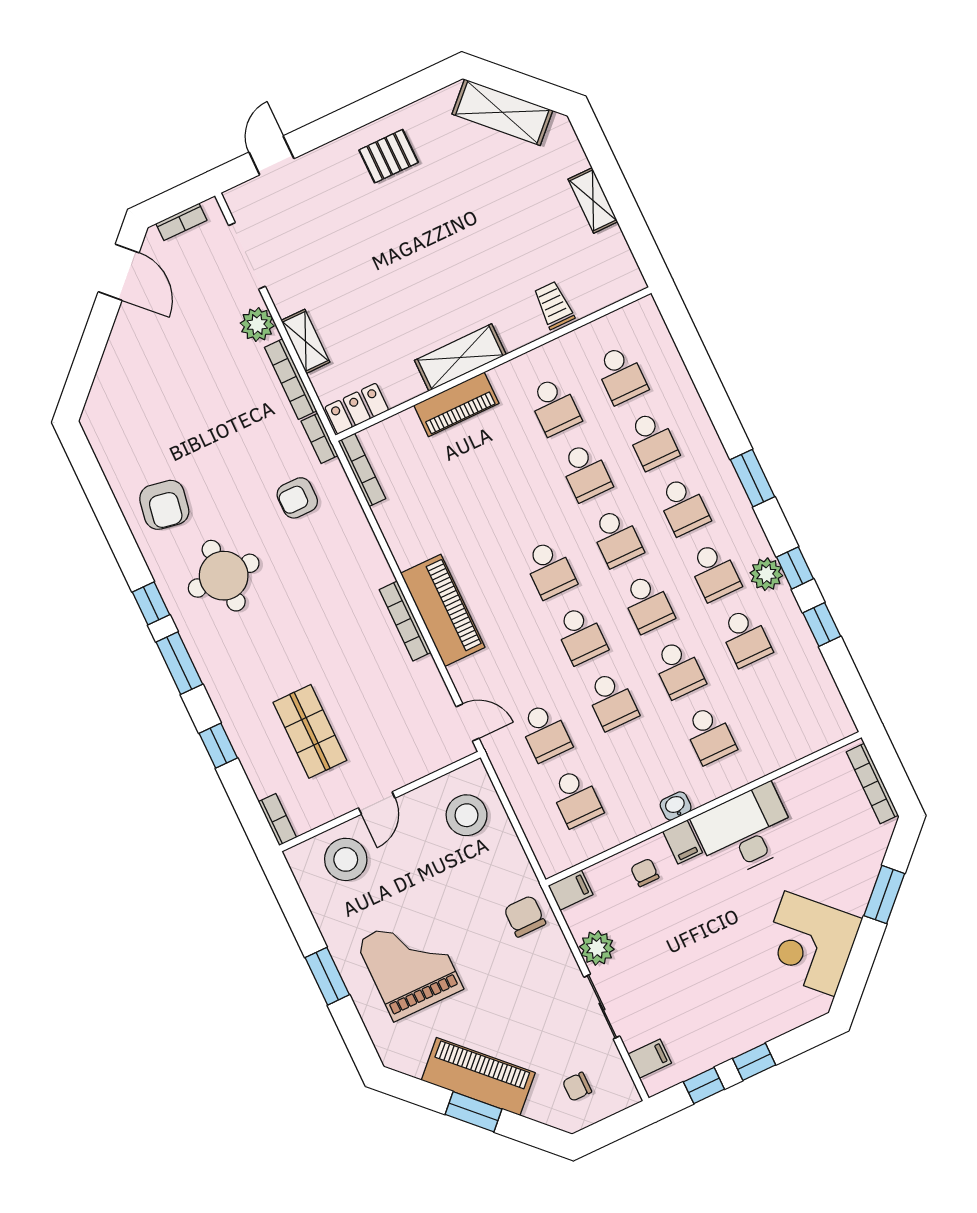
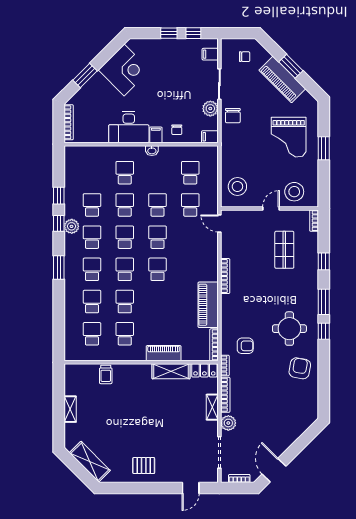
shelving: (460, 357) -> (171, 371), moved
piano: (443, 610) -> (208, 305), moved
chair: (525, 916) -> (233, 116), moved

